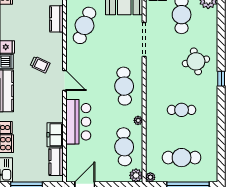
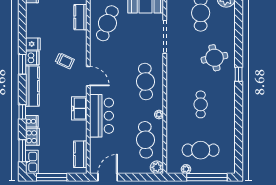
cafe table: (182, 110) -> (201, 104), turned 90
freezer: (55, 135) -> (79, 108), moved
plant: (150, 177) -> (186, 169), moved

